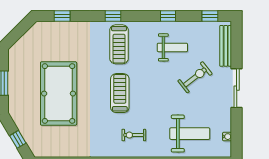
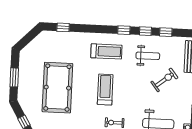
window: (113, 16) -> (124, 30), moved
window: (210, 16) -> (166, 32), moved
treadmill: (119, 44) -> (106, 51), turned -90

